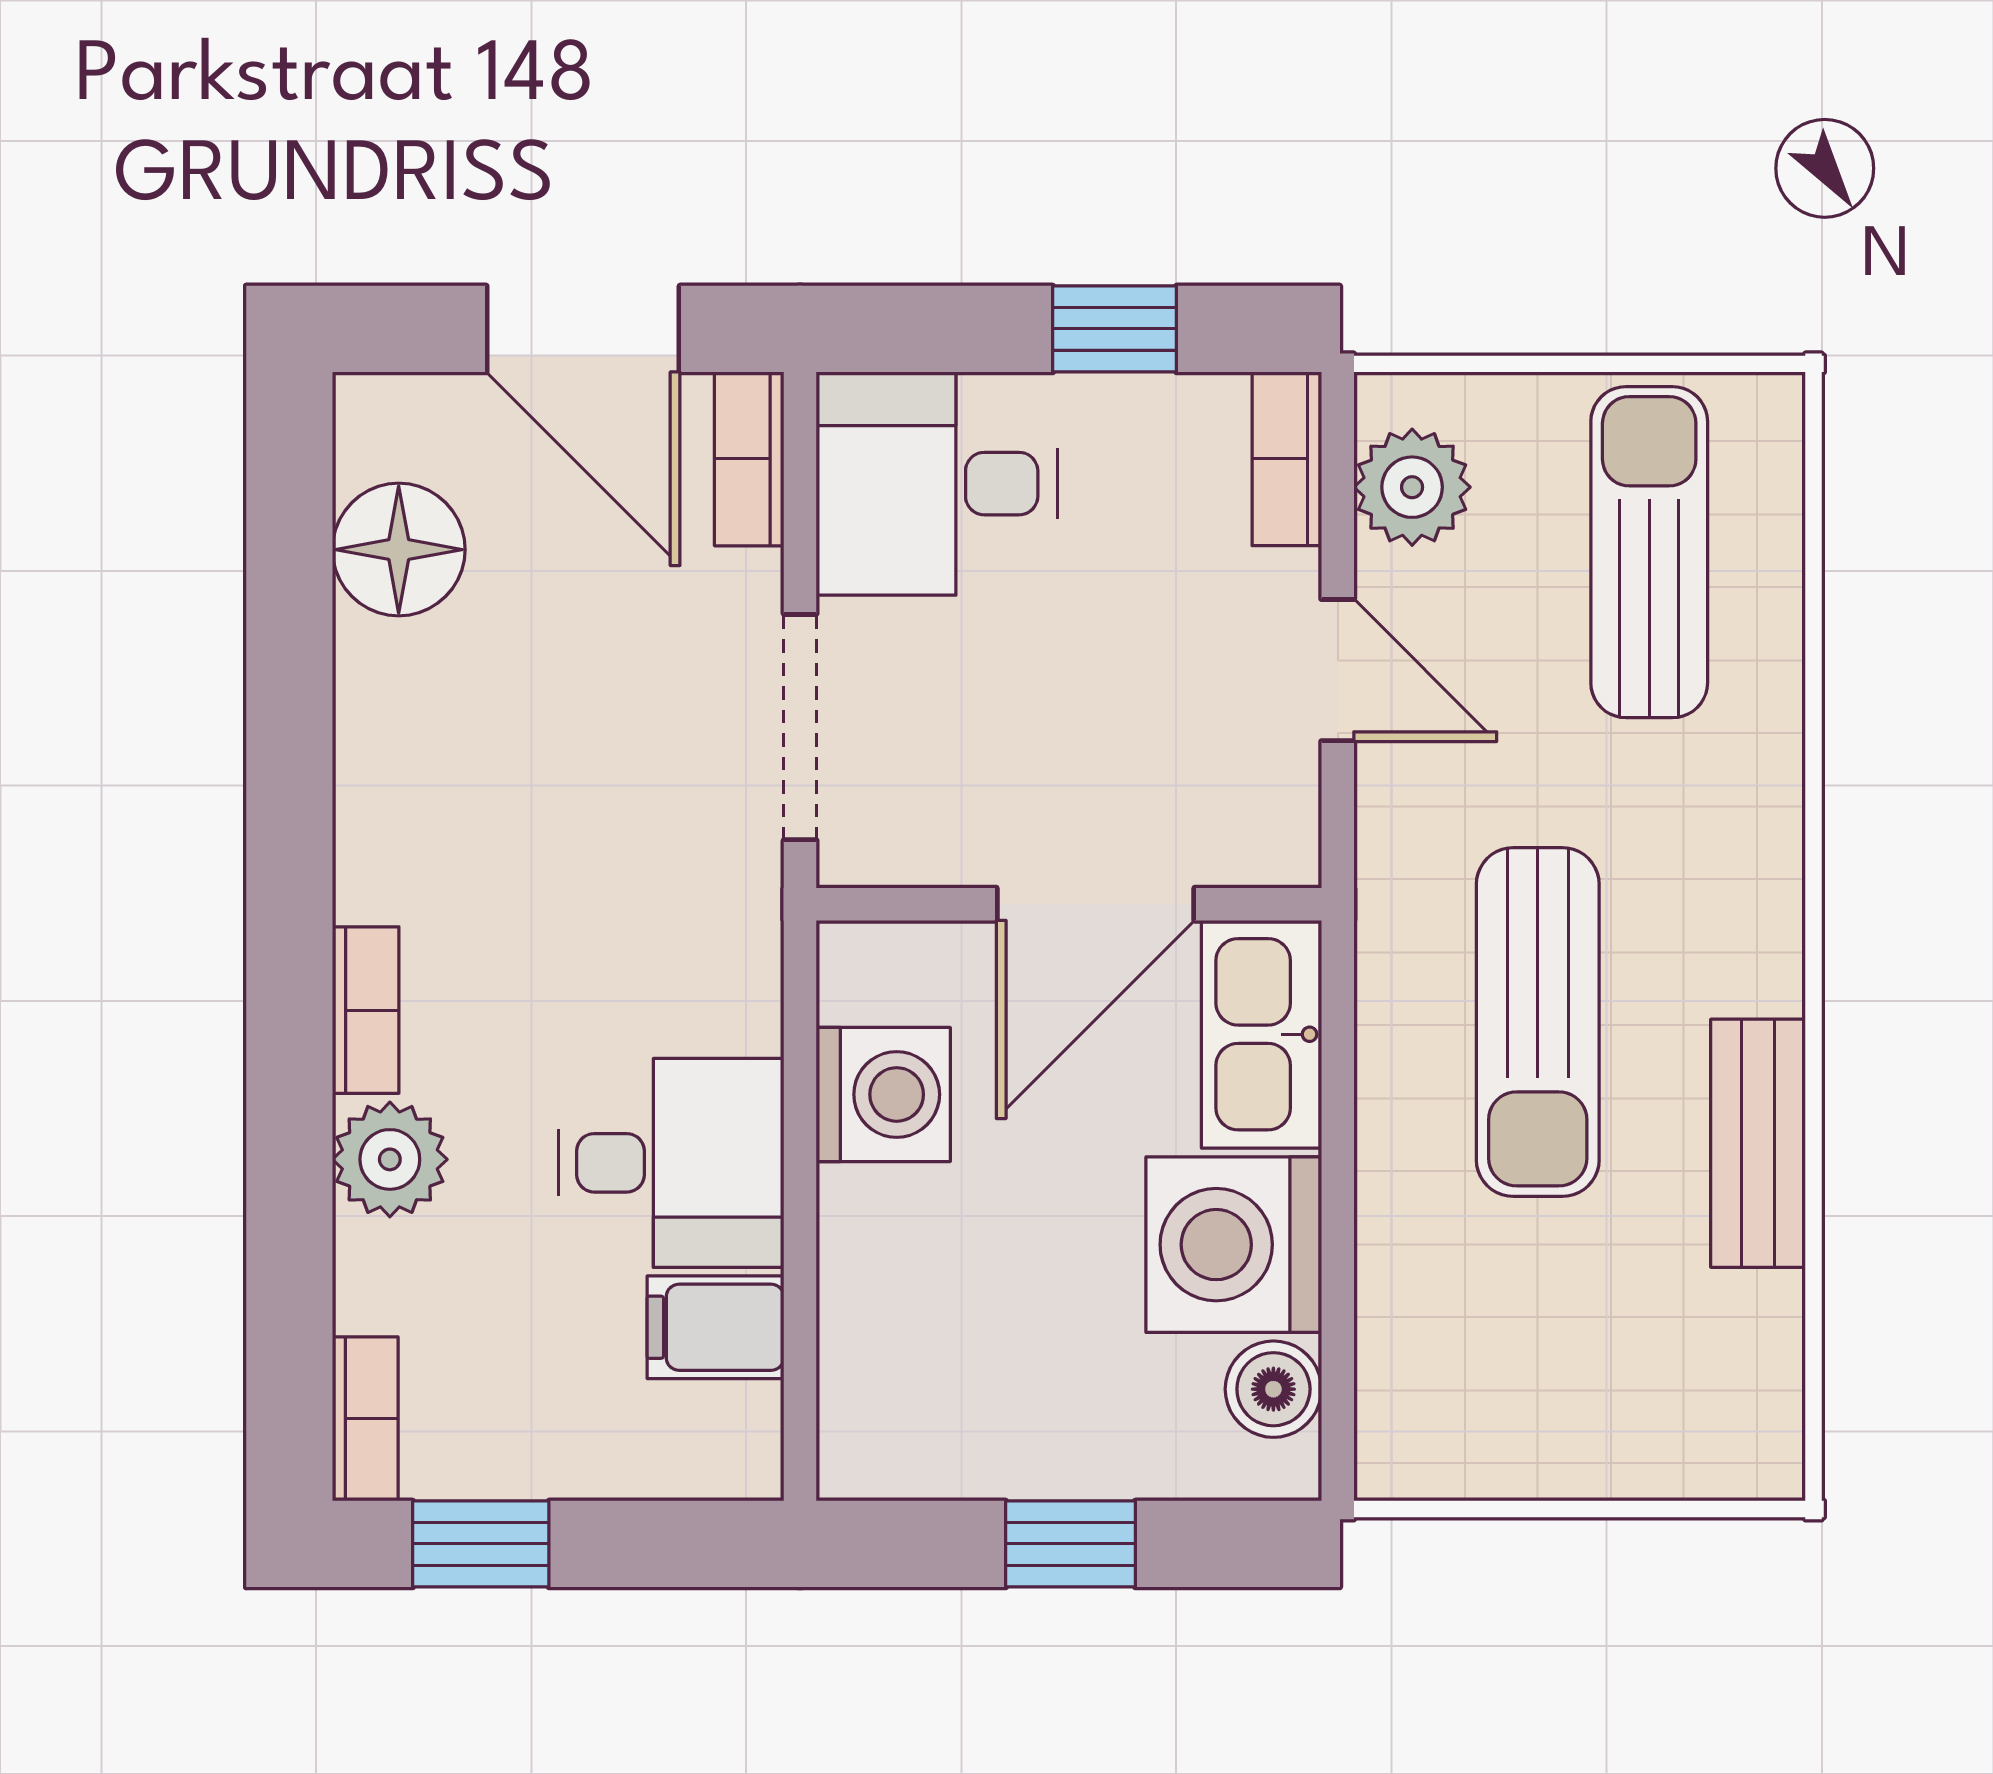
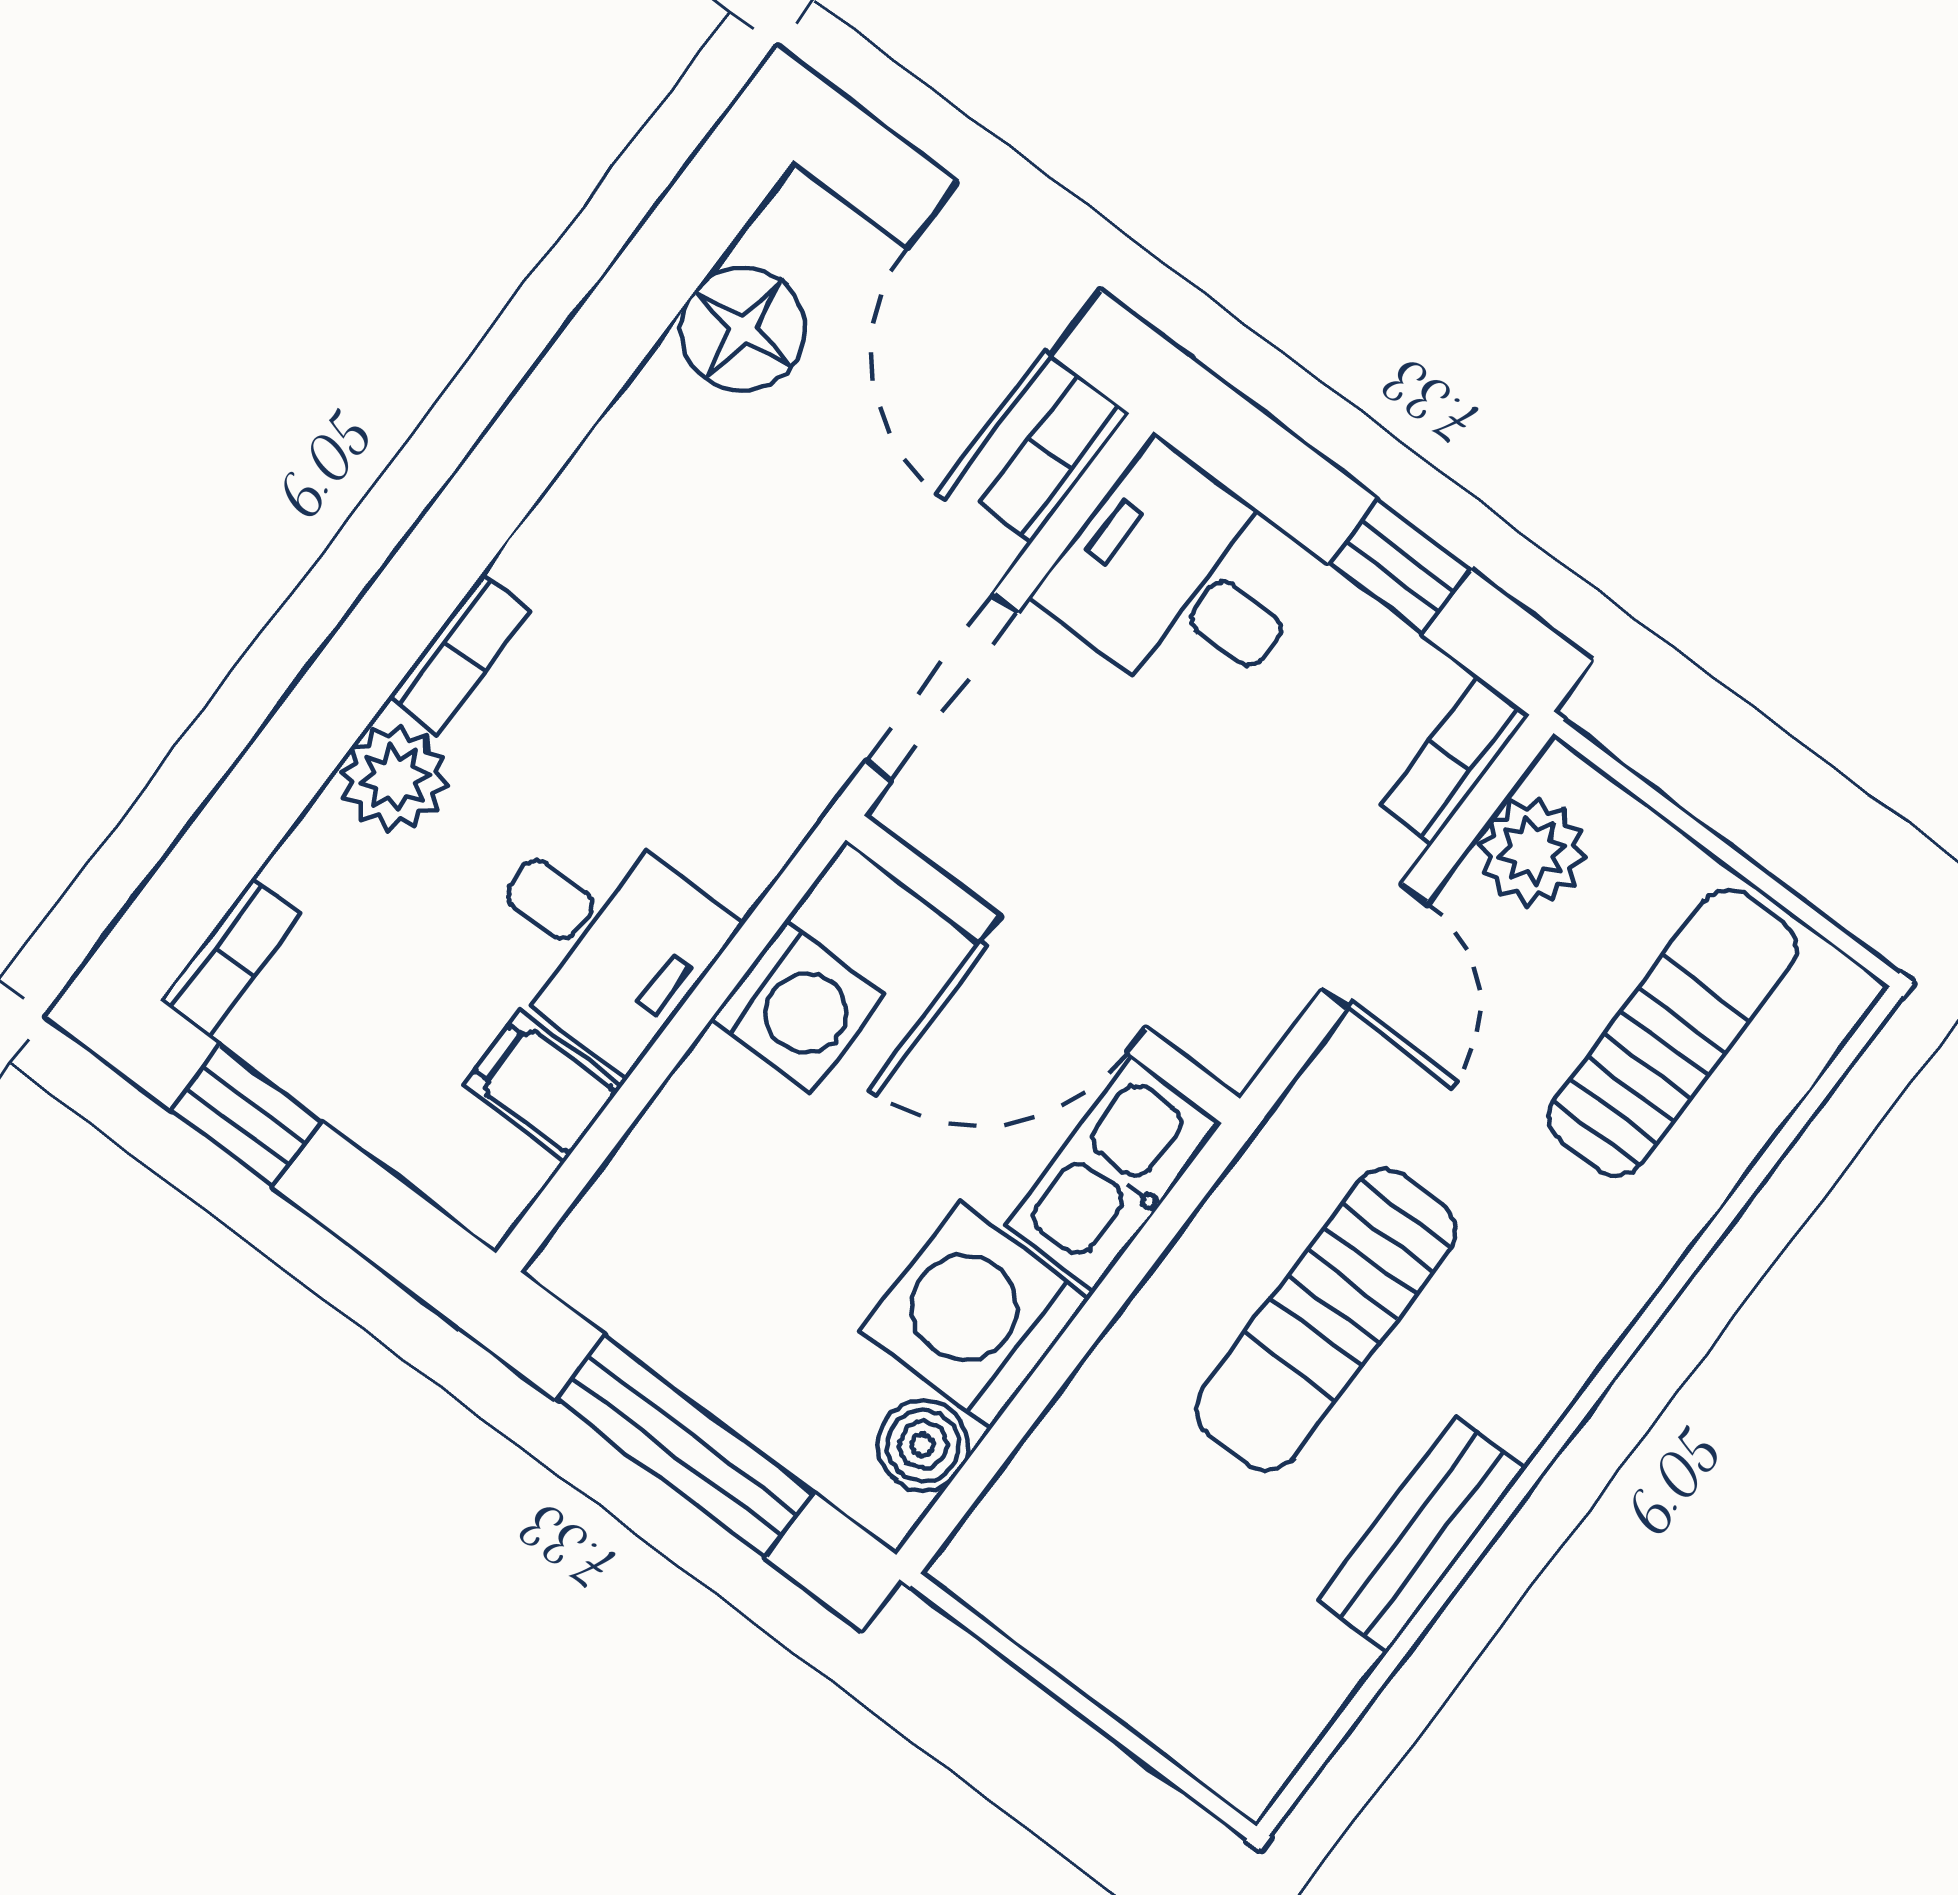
window: (1070, 1544) -> (685, 1446), width x2.17

